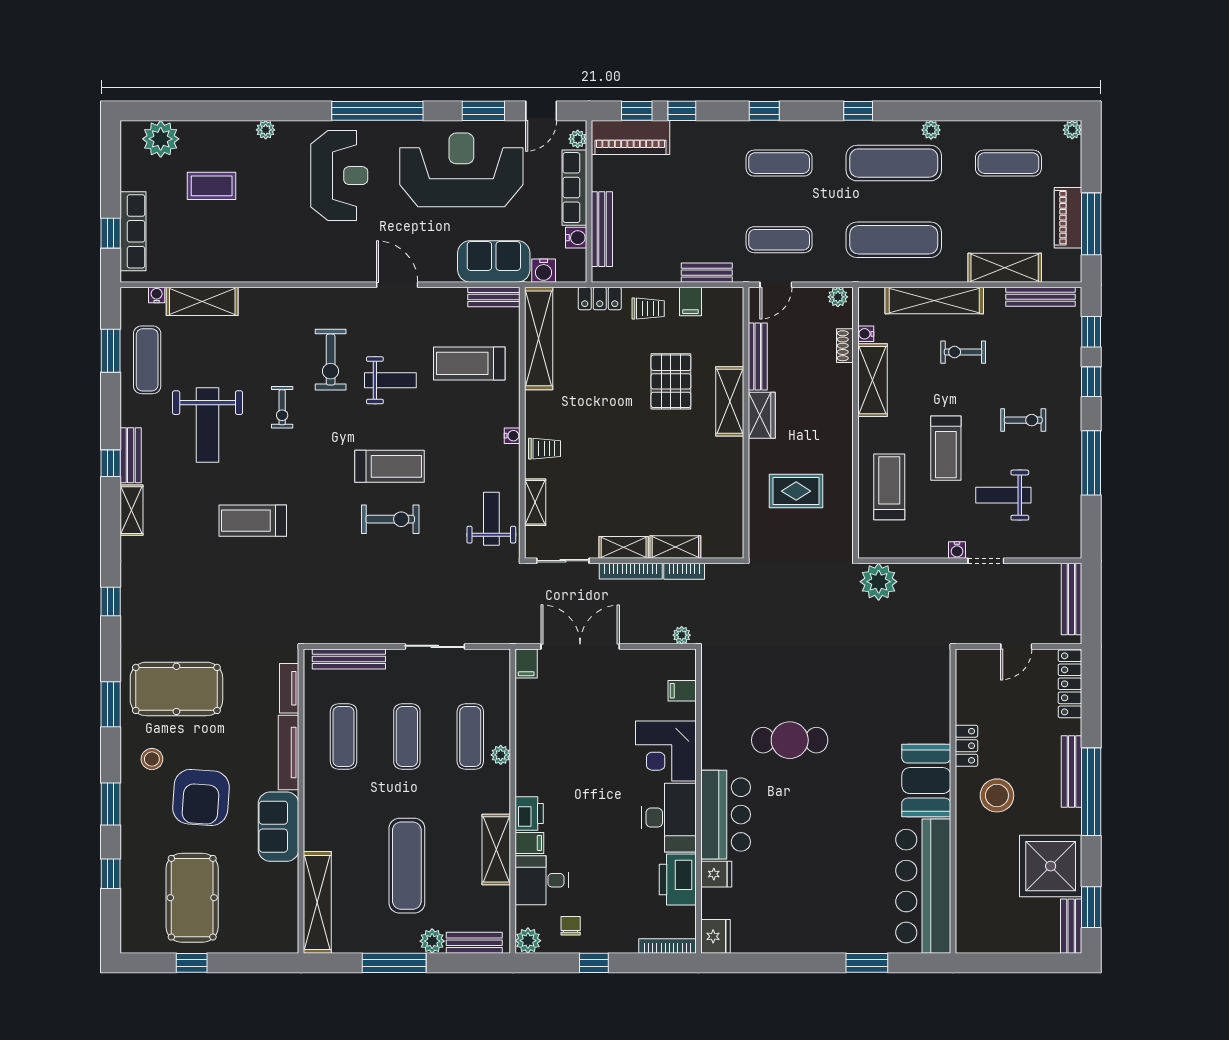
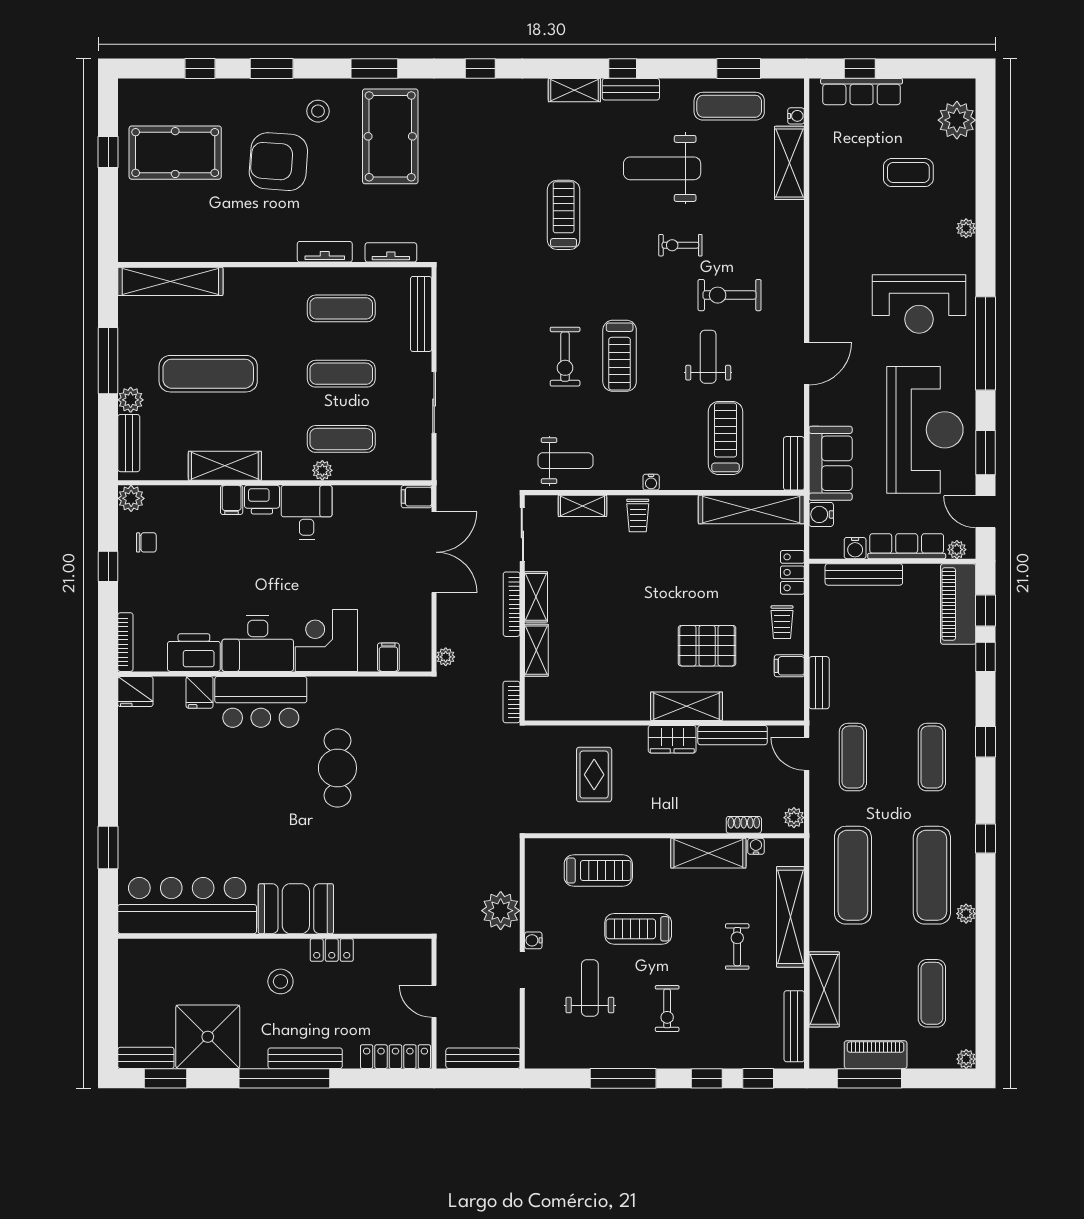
coffee table: (212, 186) -> (908, 173), turned 90
weight bench: (390, 380) -> (708, 357), turned 180
bookcase: (684, 571) -> (511, 702), moved
plant: (879, 582) -> (501, 911), moved
tv unit: (288, 753) -> (325, 252), width x0.71
stool: (997, 795) -> (280, 981), width x0.73, depth x0.73
sofa: (278, 827) -> (248, 241), removed
desk: (542, 880) -> (307, 513), moved

